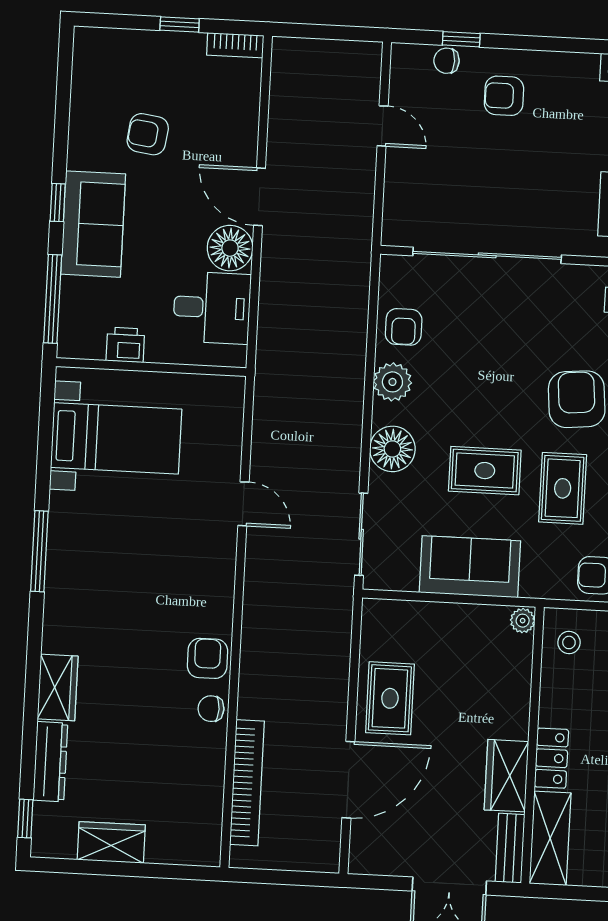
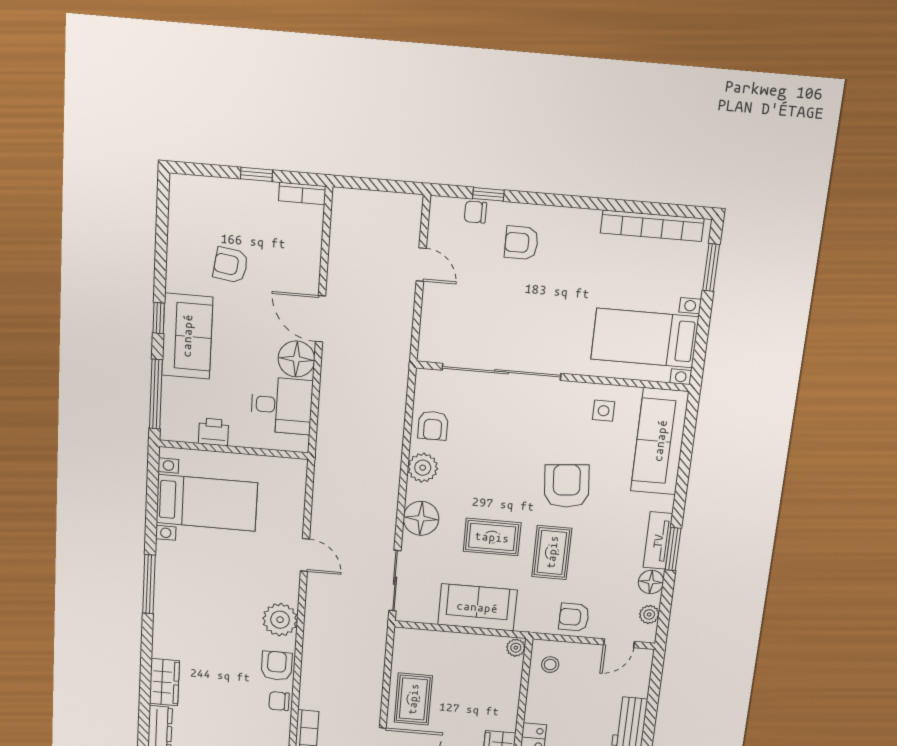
plant: (212, 594) -> (280, 620), added

